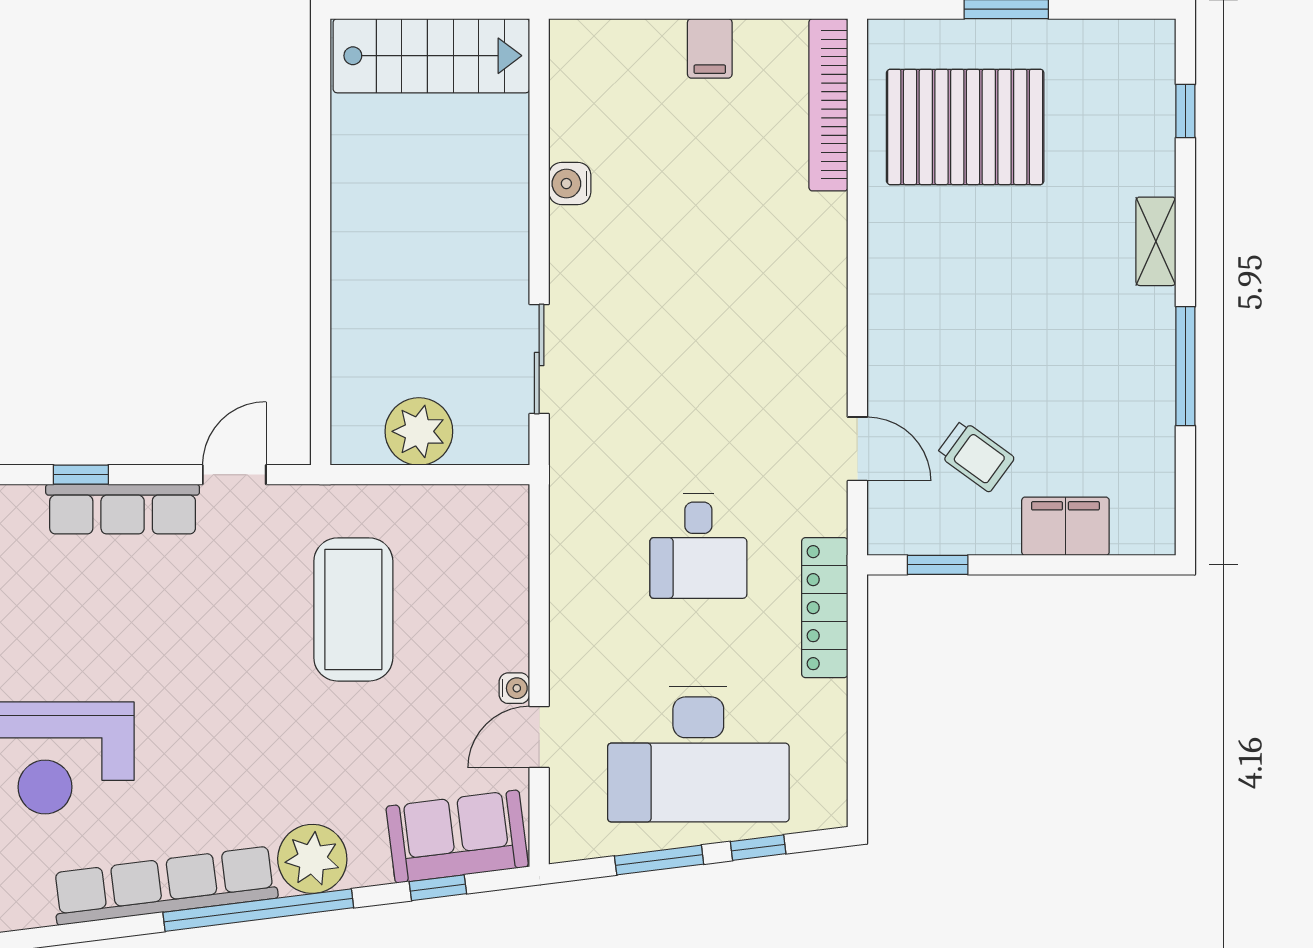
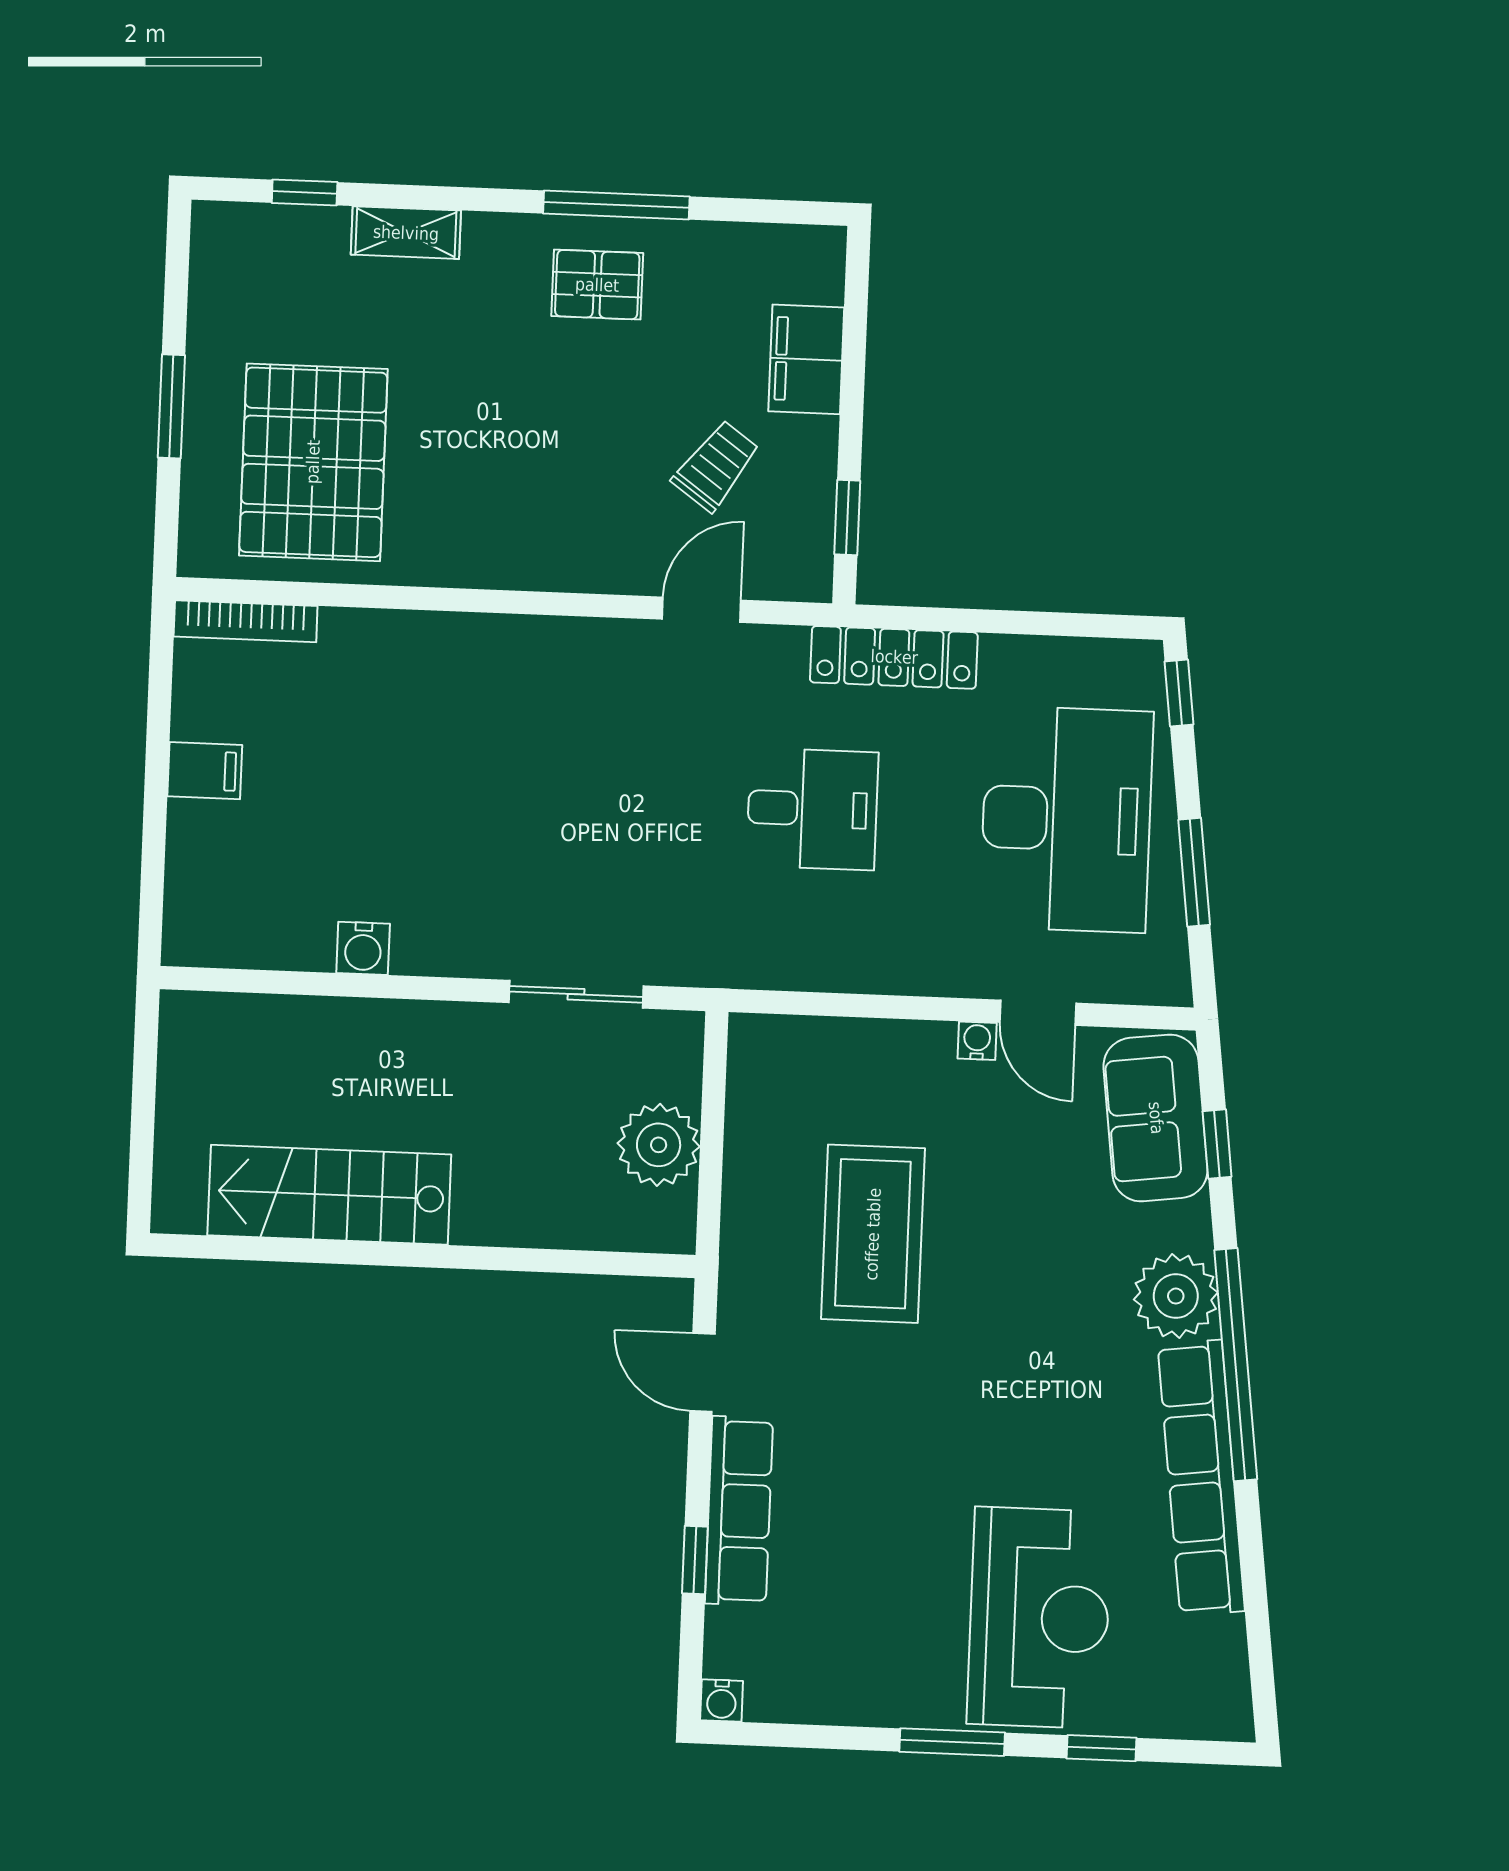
stairs: (431, 56) -> (329, 1195), moved, turned -90
bookcase: (828, 105) -> (246, 621), width x0.68, depth x0.76
shelving: (1156, 241) -> (406, 233), moved
pallet: (1120, 353) -> (597, 285), added
coffee table: (353, 609) -> (873, 1234), turned 90
window: (758, 848) -> (1179, 693), moved

